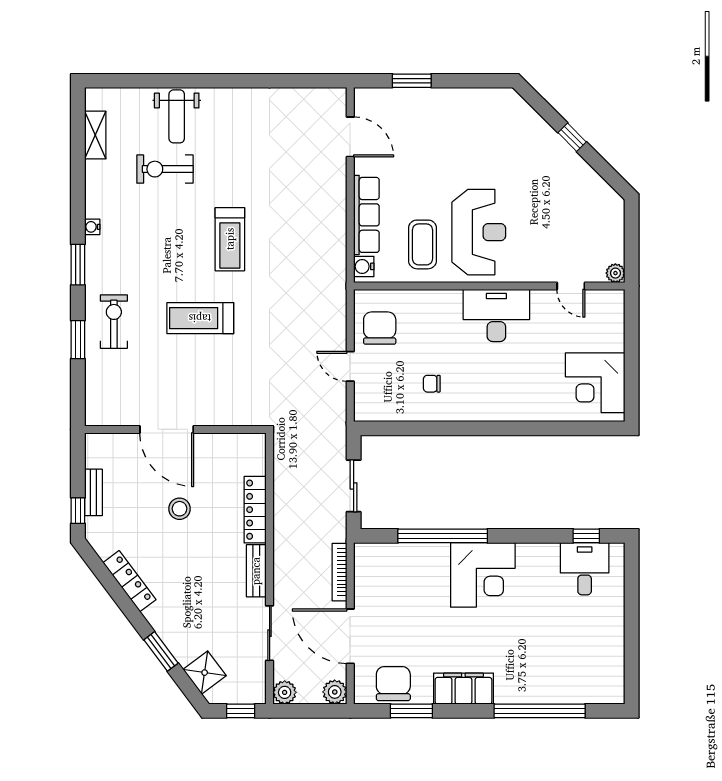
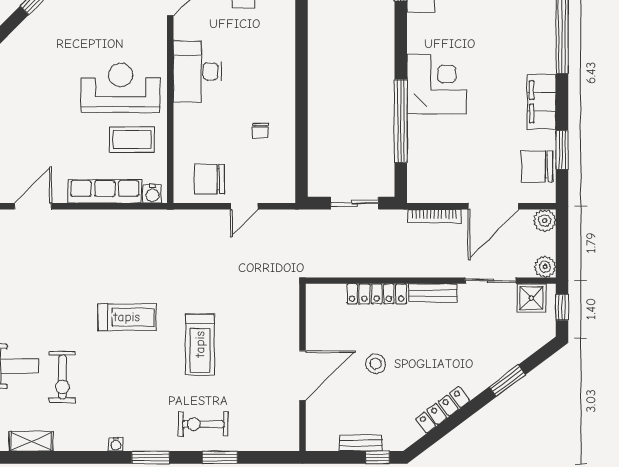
shower: (205, 673) -> (531, 298), moved, turned 37

